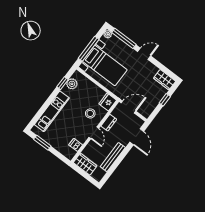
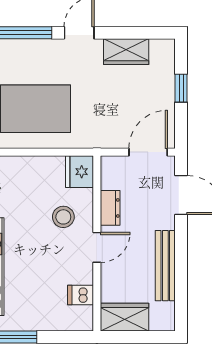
wardrobe: (165, 80) -> (126, 52), moved
door: (128, 107) -> (148, 152), moved
door: (94, 133) -> (97, 247), hinge flipped

